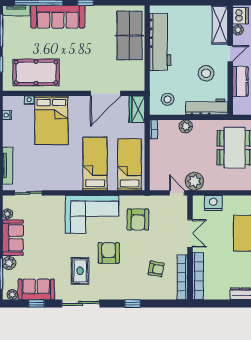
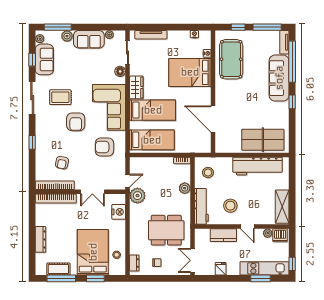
shelving: (220, 25) -> (282, 207), moved, turned 90
wardrobe: (137, 109) -> (136, 87), moved, turned 90
floor lamp: (50, 201) -> (120, 71), added
armchair: (109, 253) -> (76, 122), turned 90

